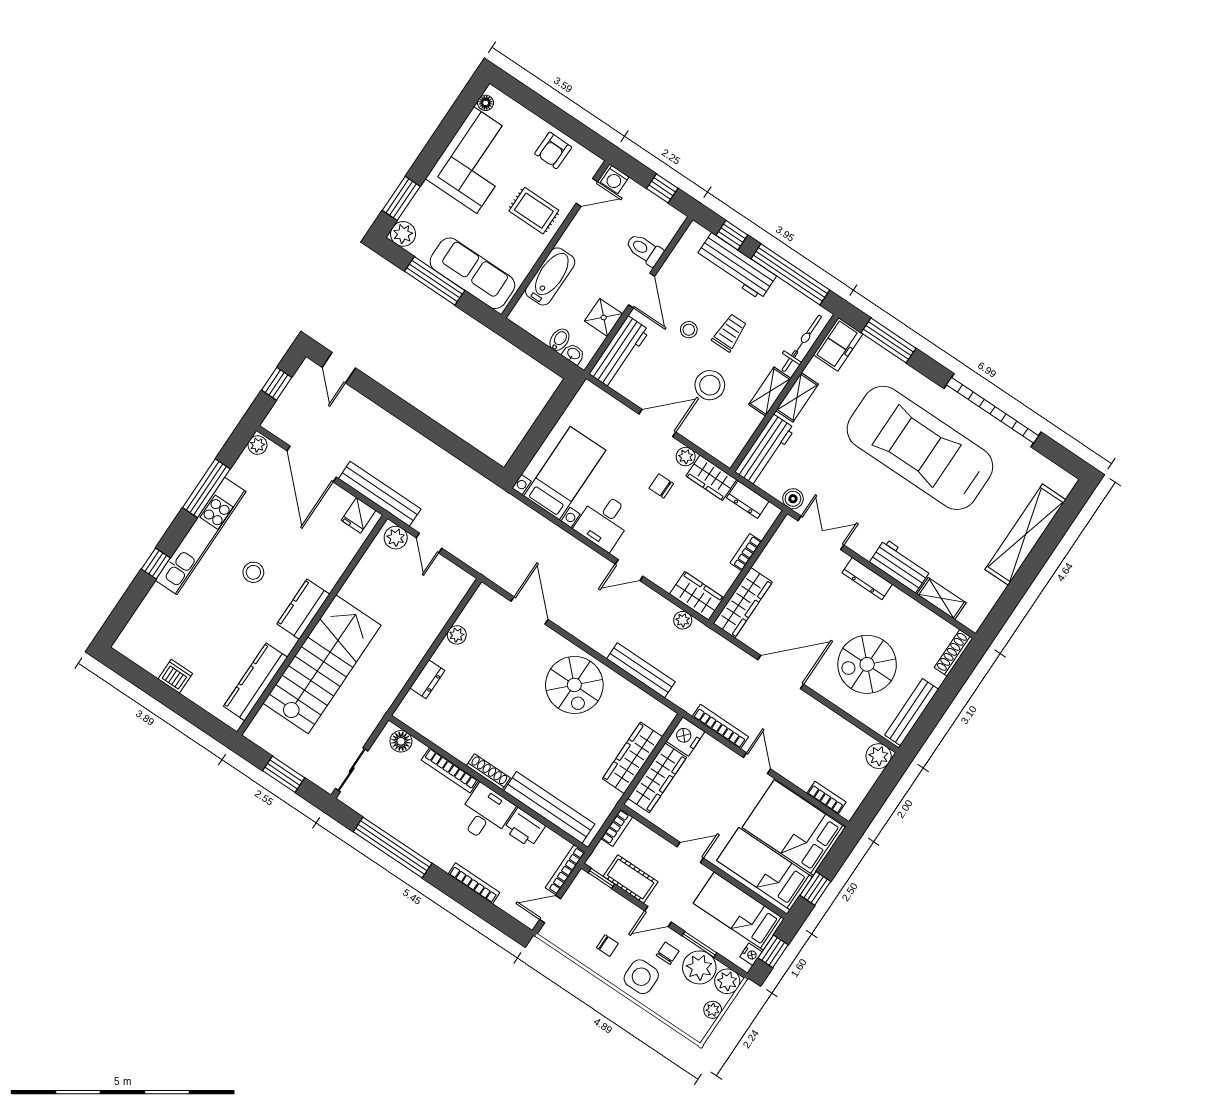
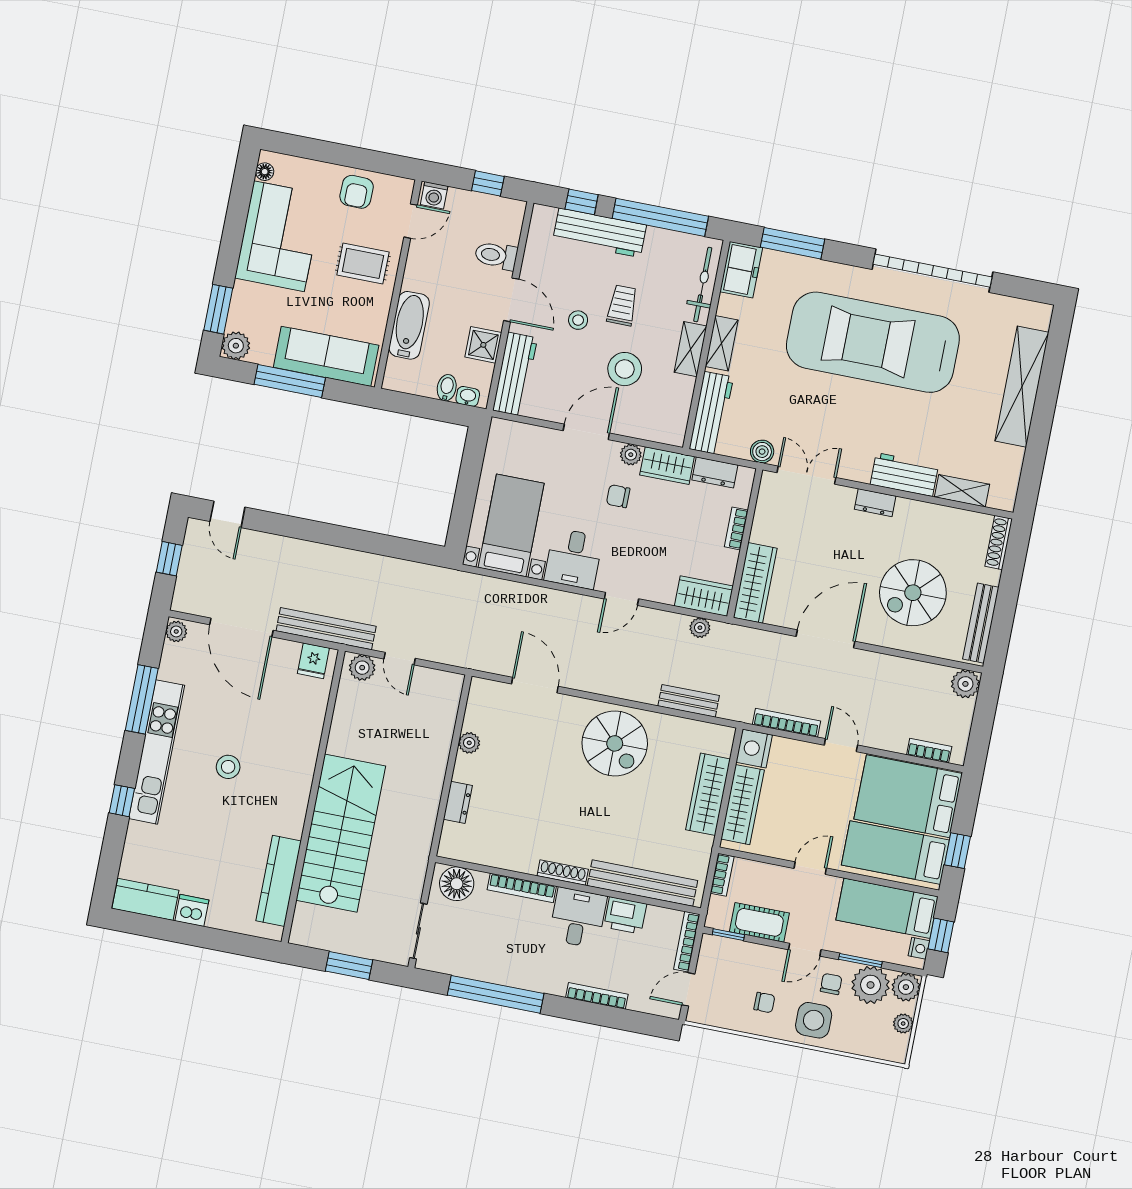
dresser: (867, 579) -> (875, 503), width x0.70
kitchen counter: (303, 609) -> (145, 899), moved, turned 90
bench: (641, 670) -> (689, 701), width x0.73
floor lamp: (401, 741) -> (457, 884), width x1.38, depth x1.38

